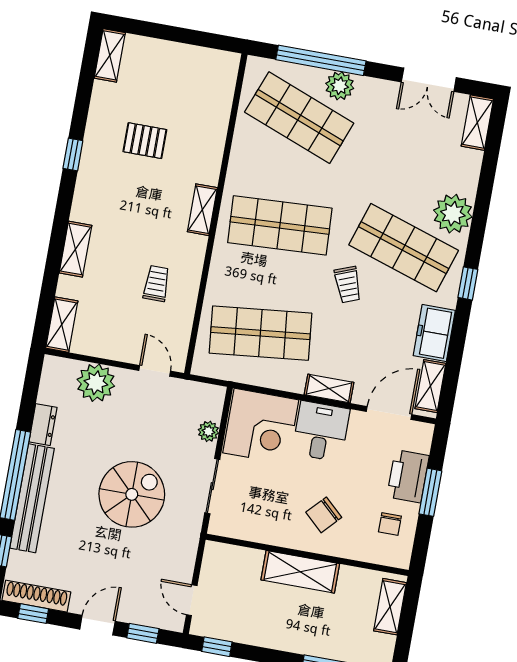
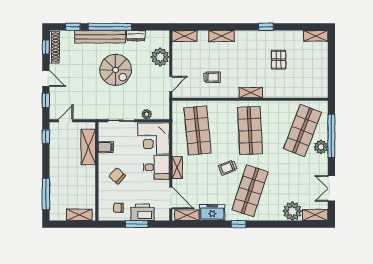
plant: (453, 214) -> (292, 211), moved
spiral stairs: (132, 494) -> (116, 70), moved
filing cabinet: (261, 528) -> (106, 147), added
shelving: (300, 572) -> (88, 147), moved

